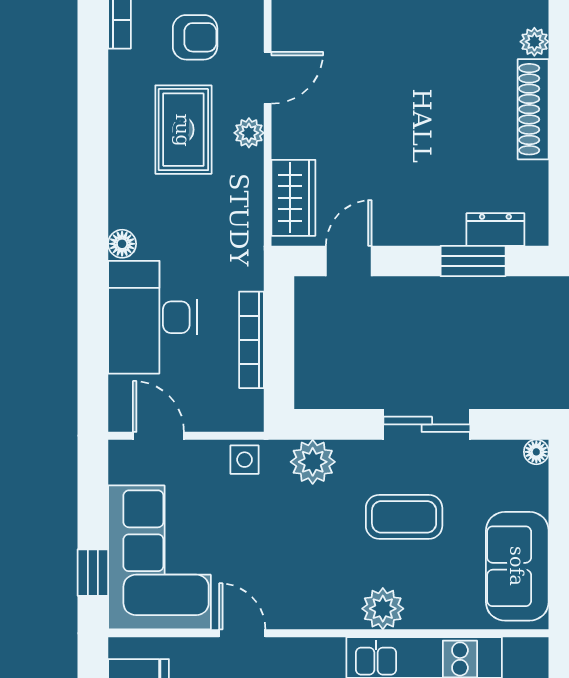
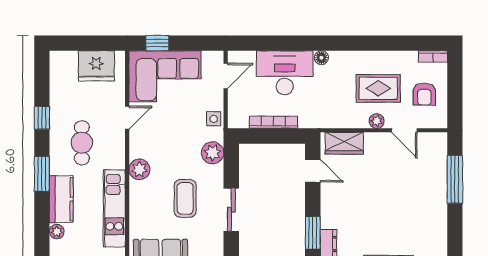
plant: (383, 609) -> (139, 169), moved

